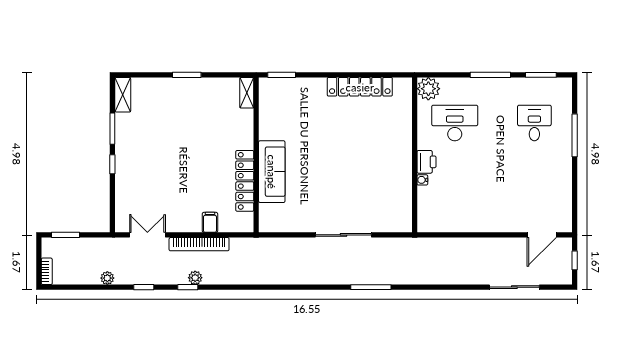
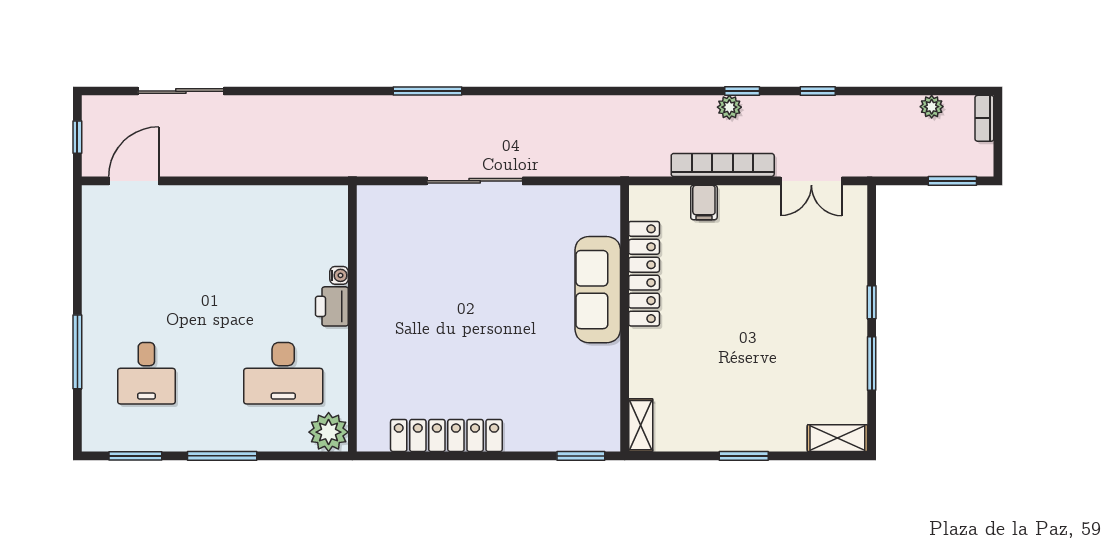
shelving: (123, 95) -> (837, 438), moved, turned 90
plant: (107, 278) -> (932, 107), moved

